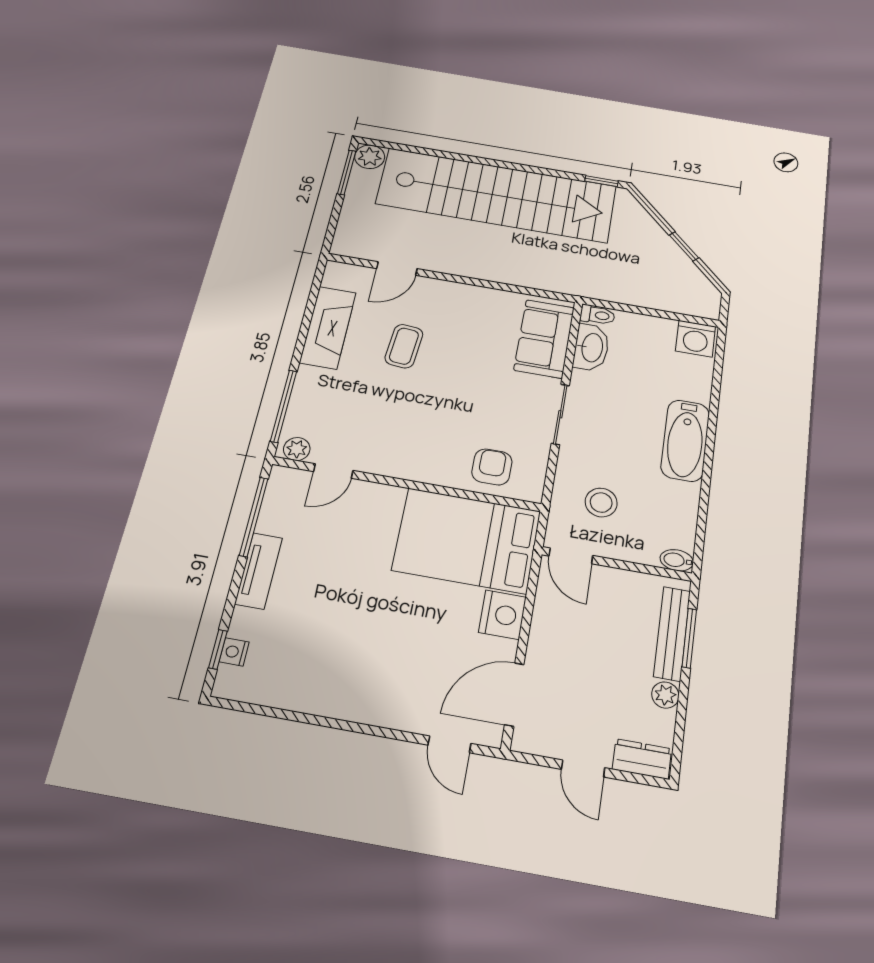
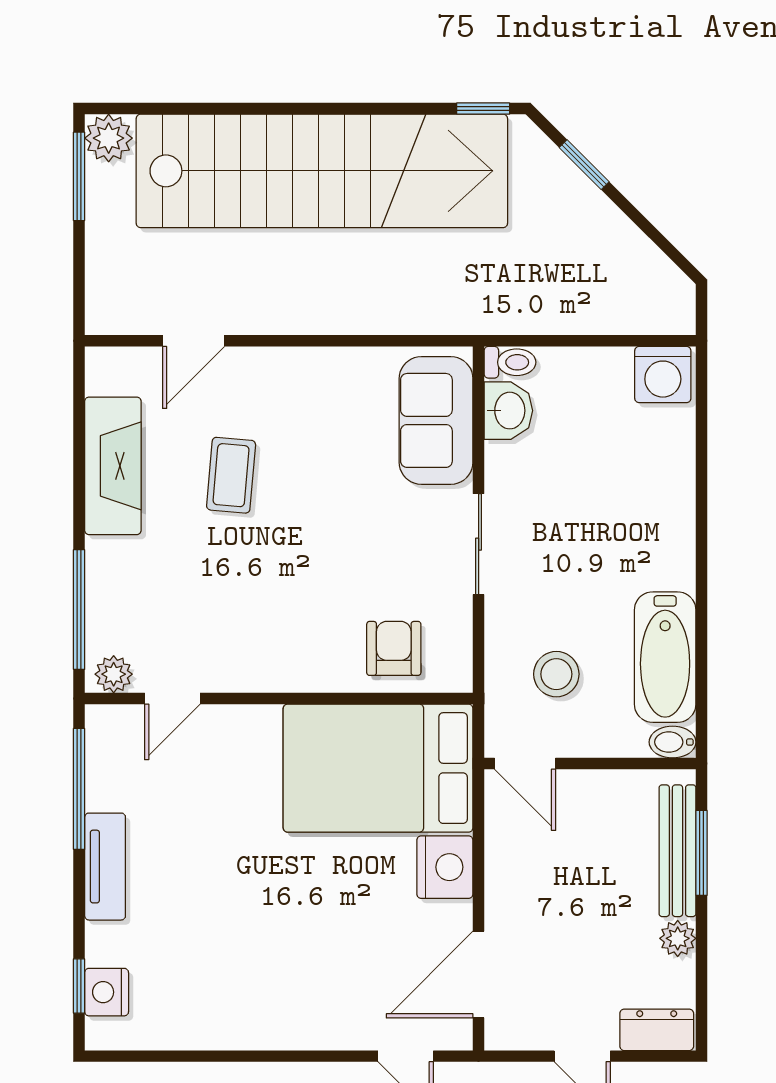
window: (684, 246) -> (584, 165), moved
washbasin: (591, 347) -> (508, 411), width x0.72
bathtub: (685, 440) -> (665, 657), moved
nightstand: (234, 652) -> (107, 992), width x1.39, depth x1.35

